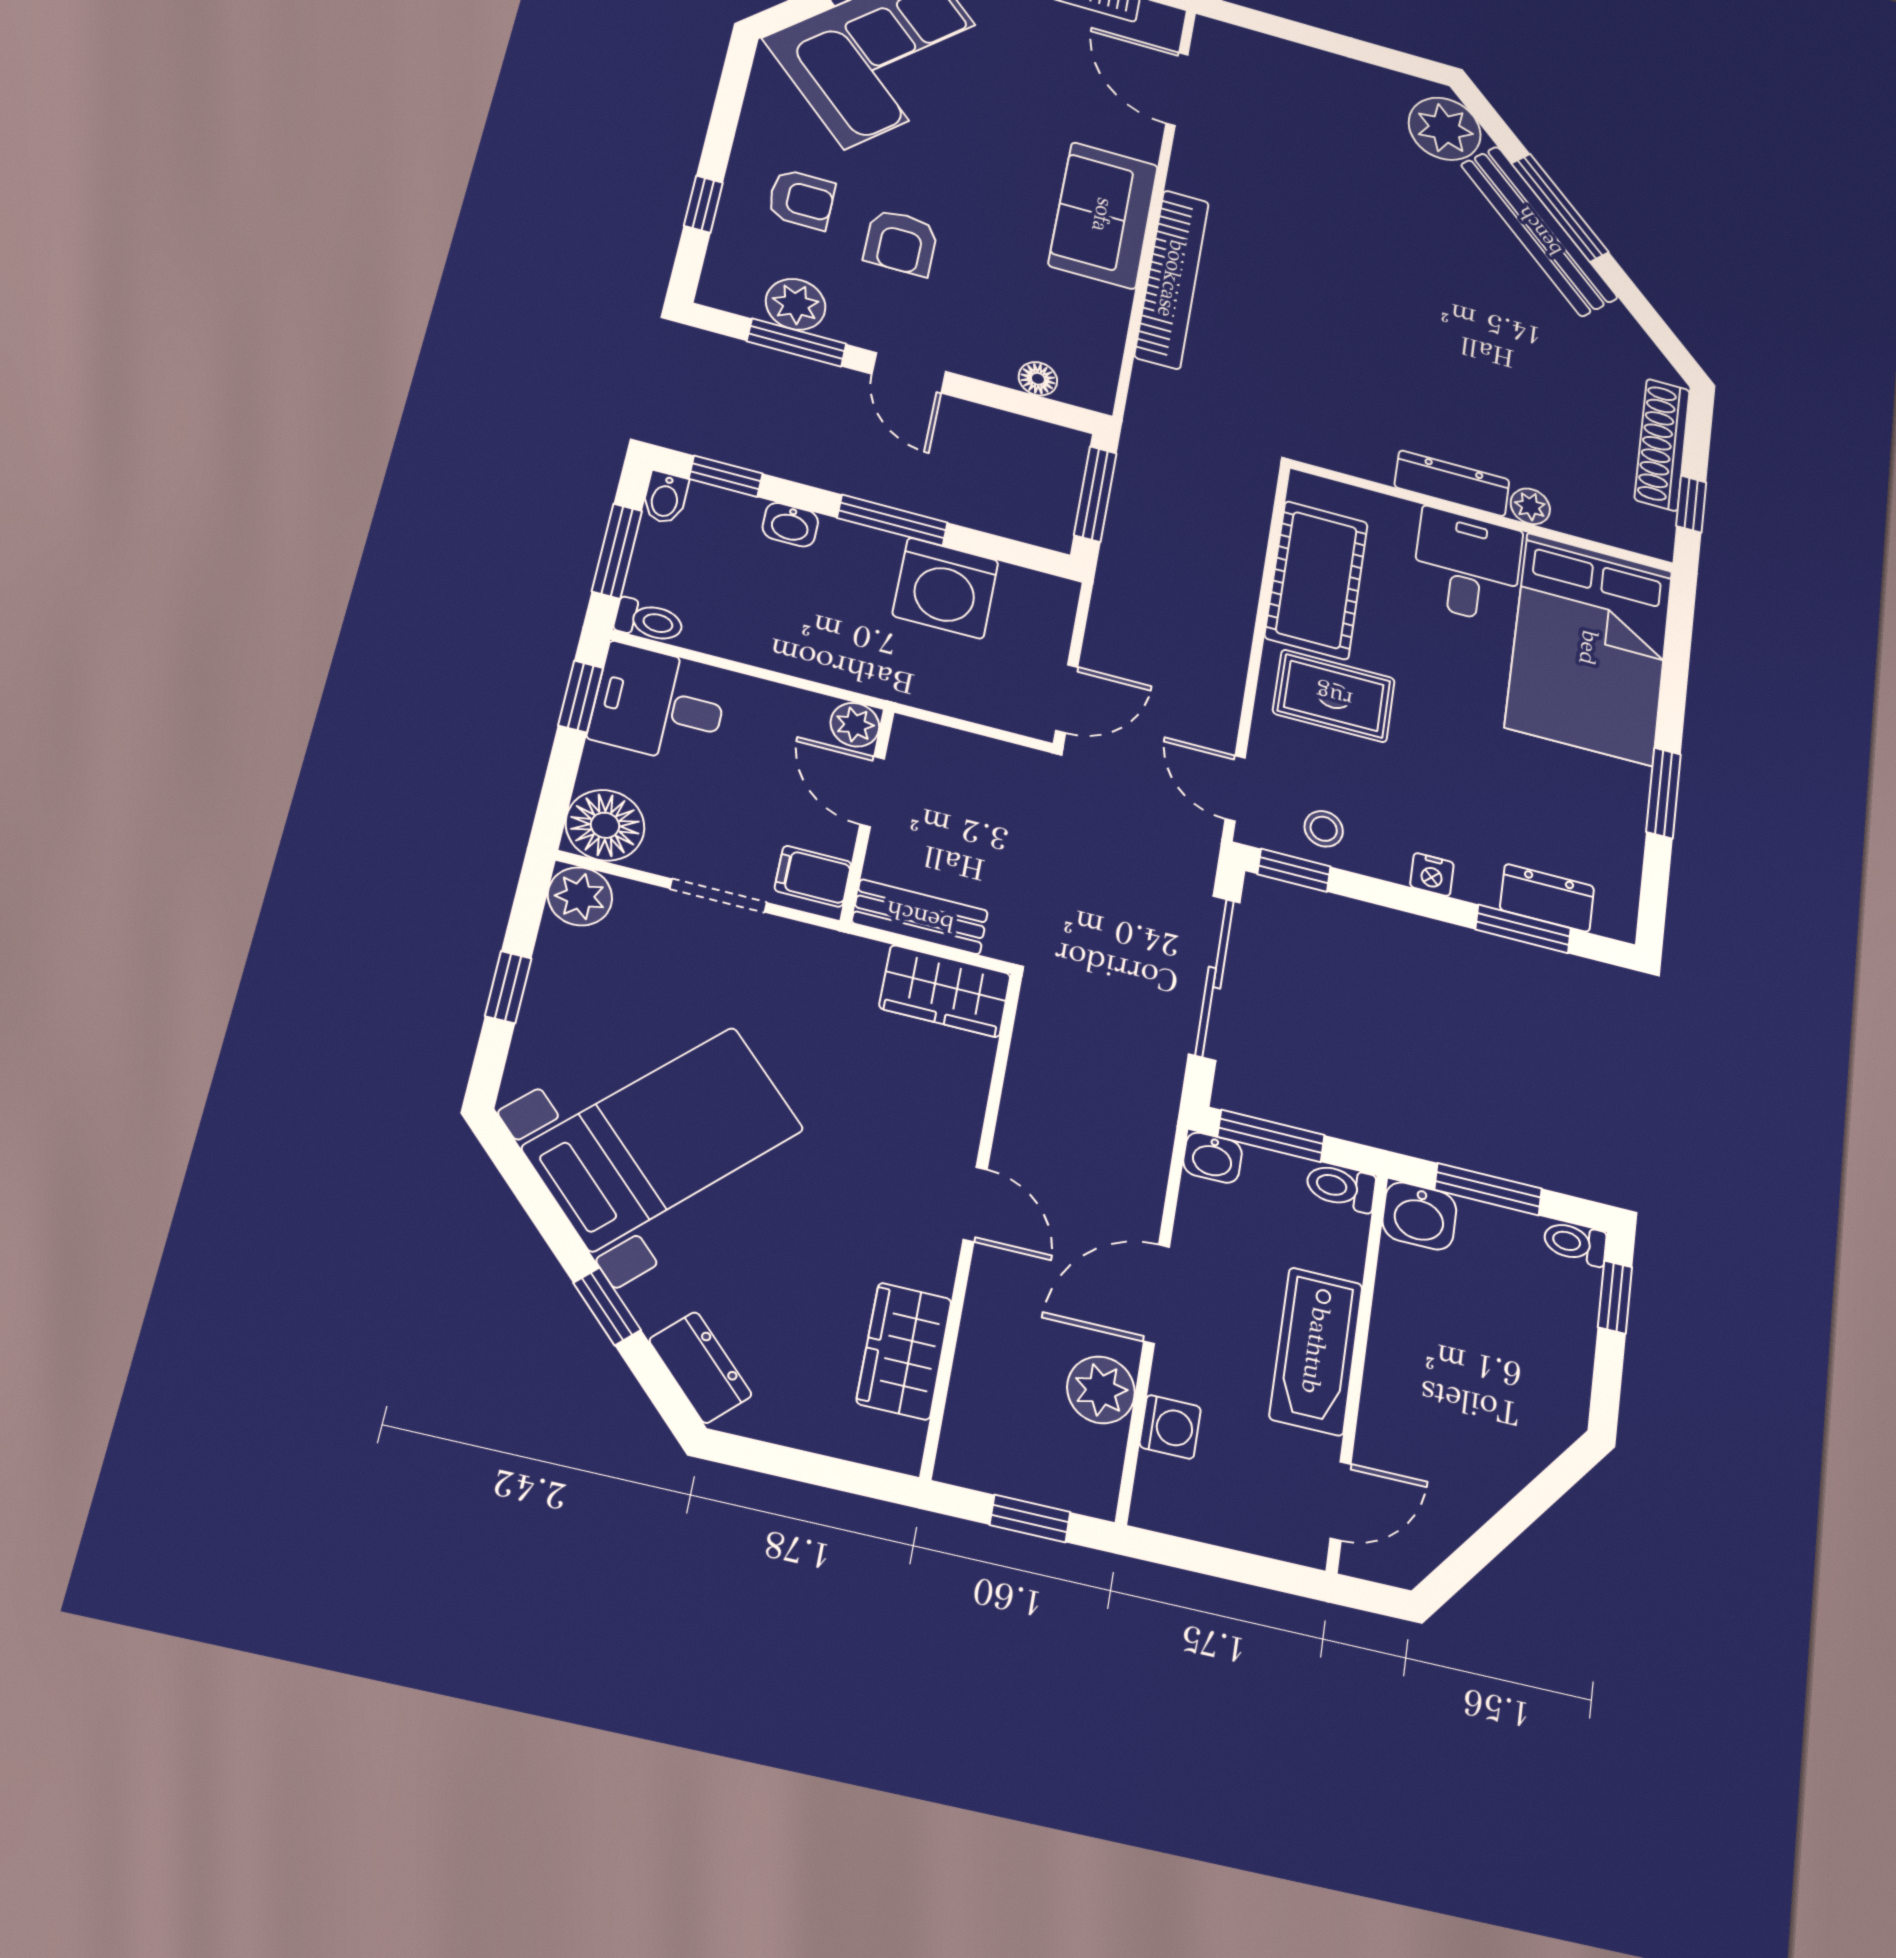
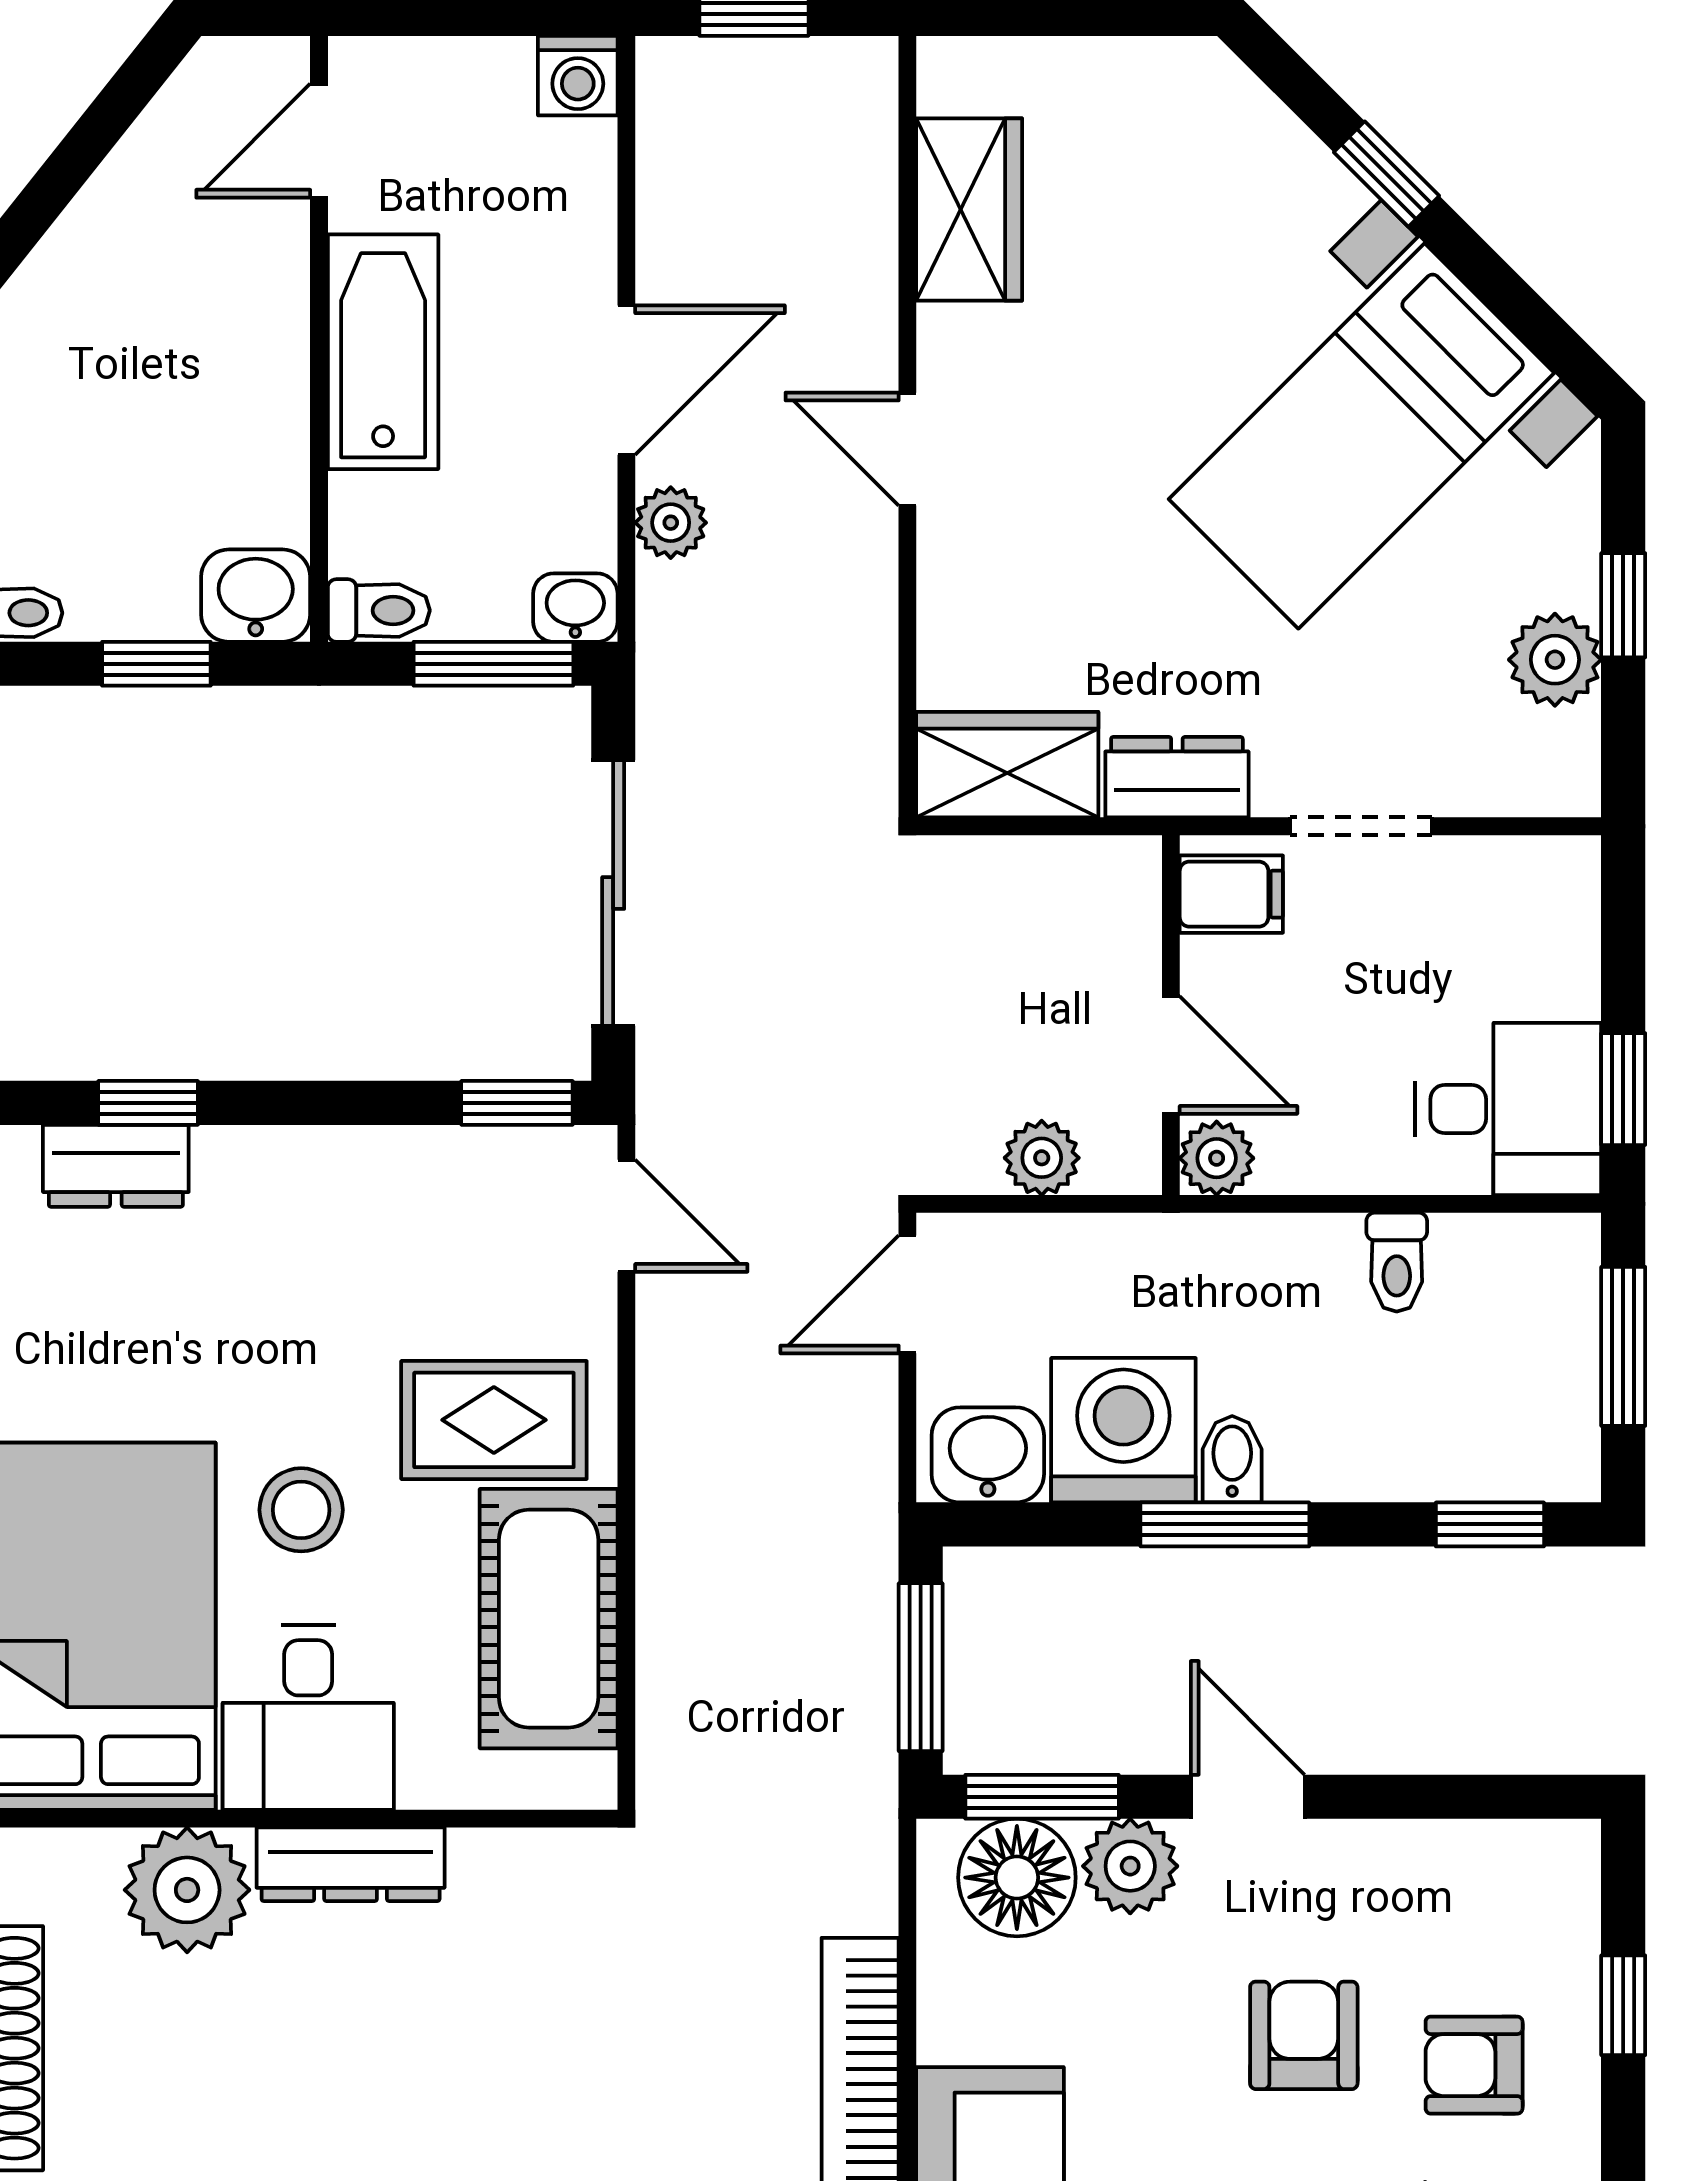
plant: (796, 304) -> (1130, 1866), moved
window: (797, 342) -> (1042, 1797), moved
floor lamp: (1038, 379) -> (1017, 1878), width x1.89, depth x1.89
bidet: (665, 498) -> (1232, 1459), moved
plant: (1530, 506) -> (187, 1890), width x1.88, depth x1.88
washbasin: (790, 525) -> (988, 1455), moved, width x1.38, depth x1.45
toilet: (649, 621) -> (1397, 1262), moved, turned -90
plant: (967, 754) -> (1042, 1158), added
floor lamp: (605, 825) -> (1544, 892), removed
stool: (1324, 829) -> (301, 1510), moved, width x1.37, depth x1.37
nightstand: (1432, 874) -> (302, 1155), removed
plant: (580, 896) -> (1555, 660), moved
bench: (920, 917) -> (1065, 872), removed
window: (1523, 929) -> (148, 1103), width x0.67
window: (1488, 1189) -> (156, 664), width x0.67
dresser: (700, 1367) -> (1177, 777), moved, turned 135
plant: (1101, 1390) -> (671, 523), moved, width x0.73, depth x0.73
washing machine: (1170, 1427) -> (578, 76), moved, turned -90

